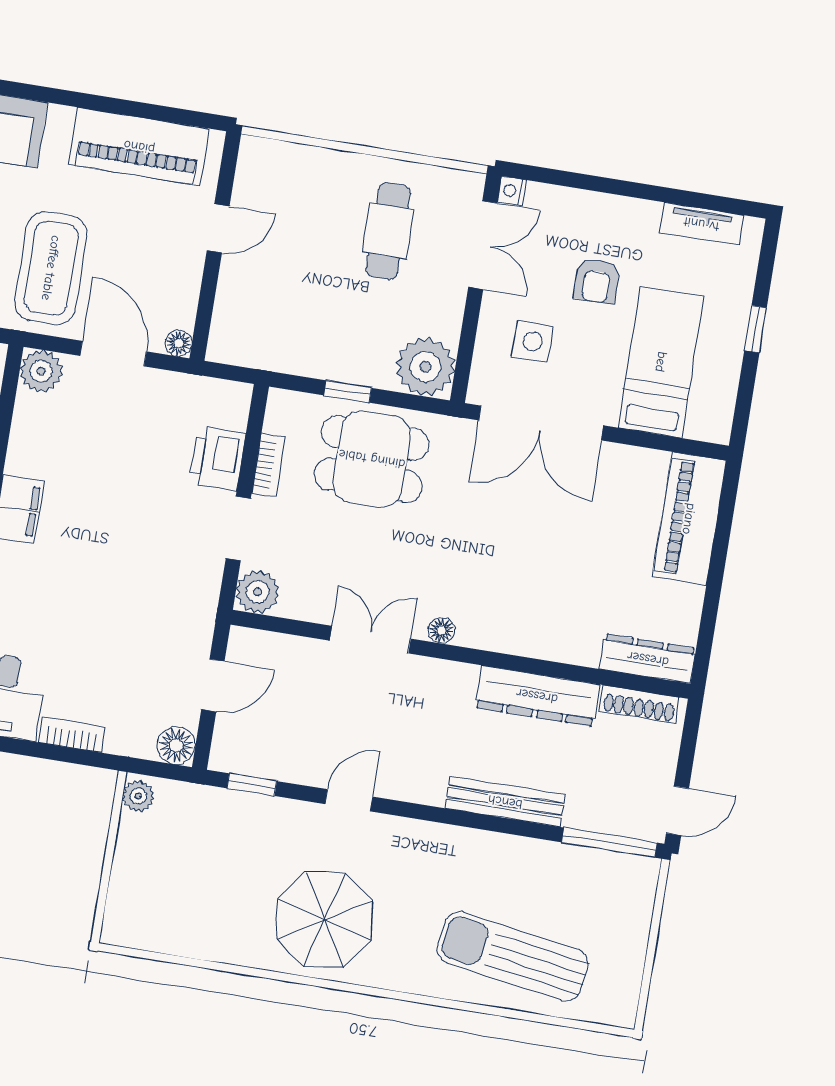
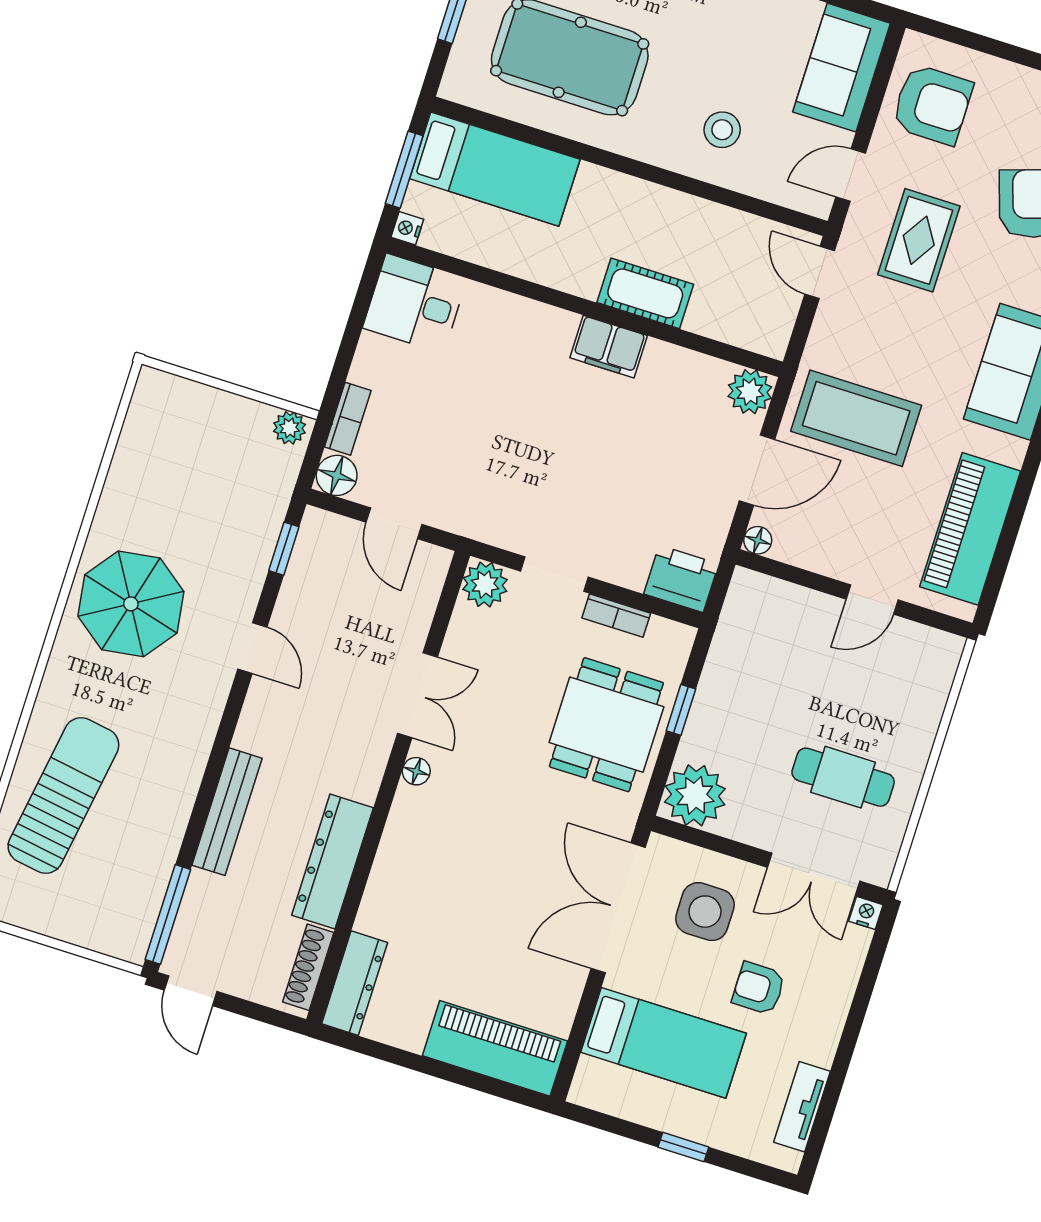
door: (218, 228) -> (872, 599), hinge flipped
side table: (533, 341) -> (705, 912), width x1.37, depth x1.37
printer: (217, 459) -> (681, 579), moved
bookcase: (72, 735) -> (348, 419), moved

